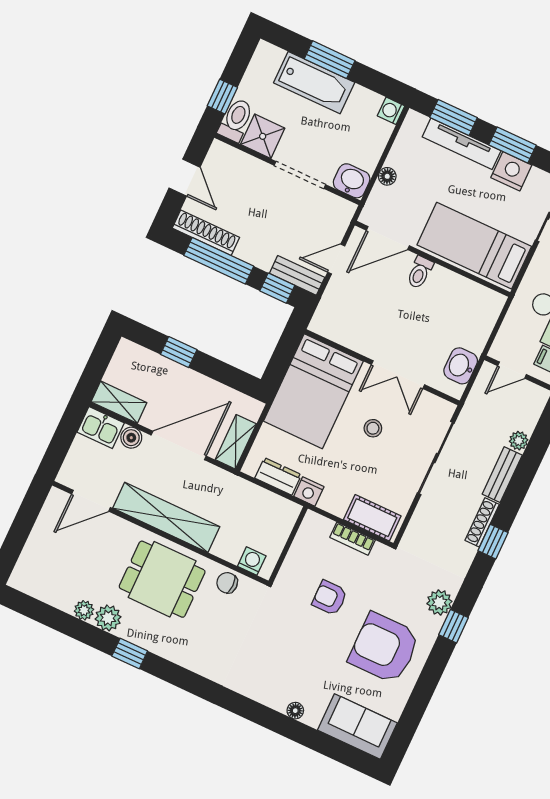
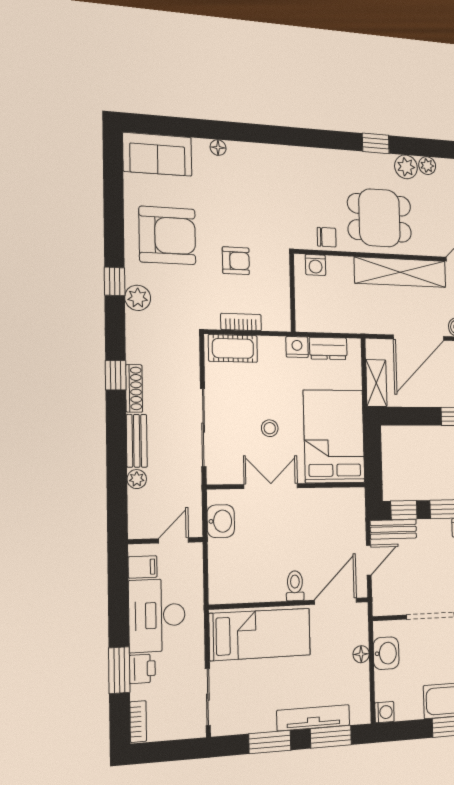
nightstand: (511, 171) -> (260, 718), removed
washbasin: (352, 181) -> (386, 653), moved, turned -90
shelving: (236, 442) -> (376, 383), moved

